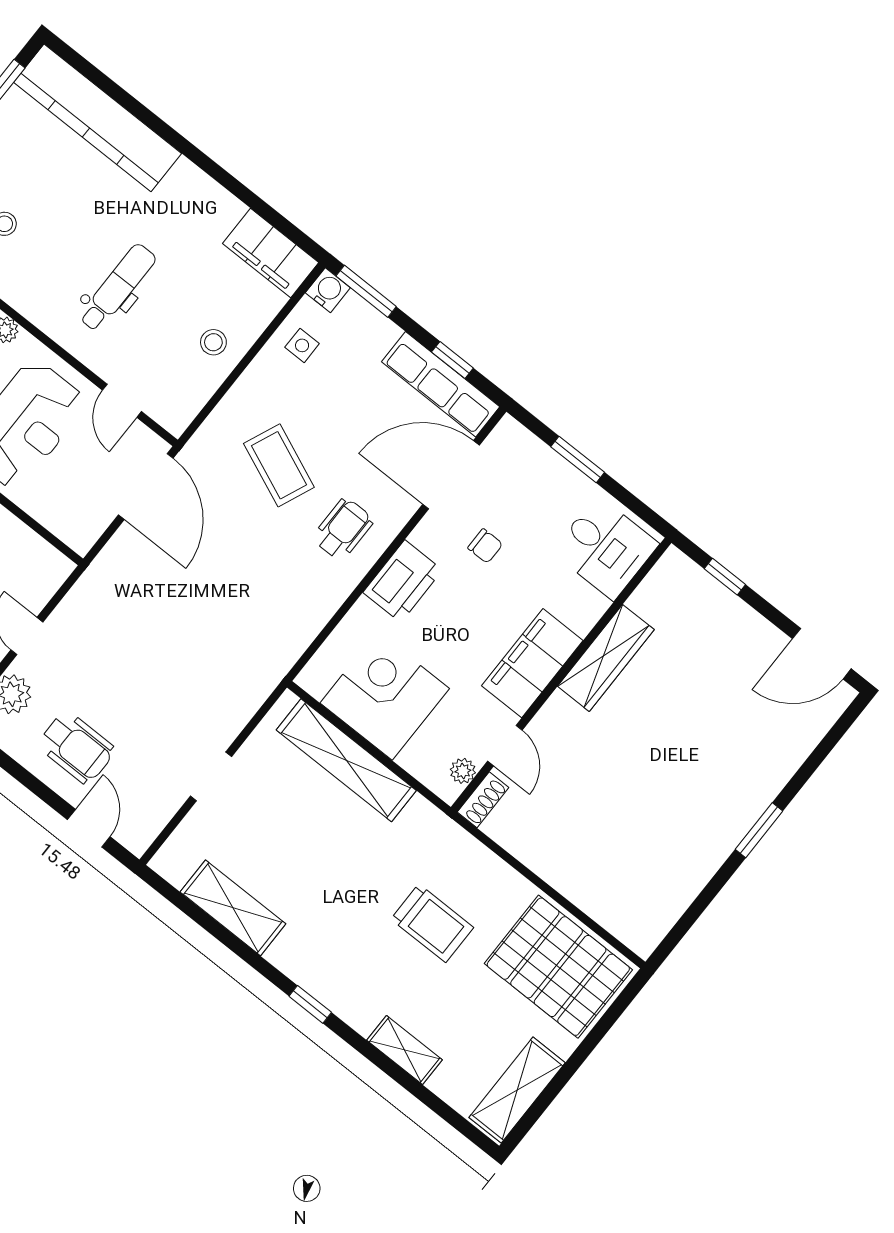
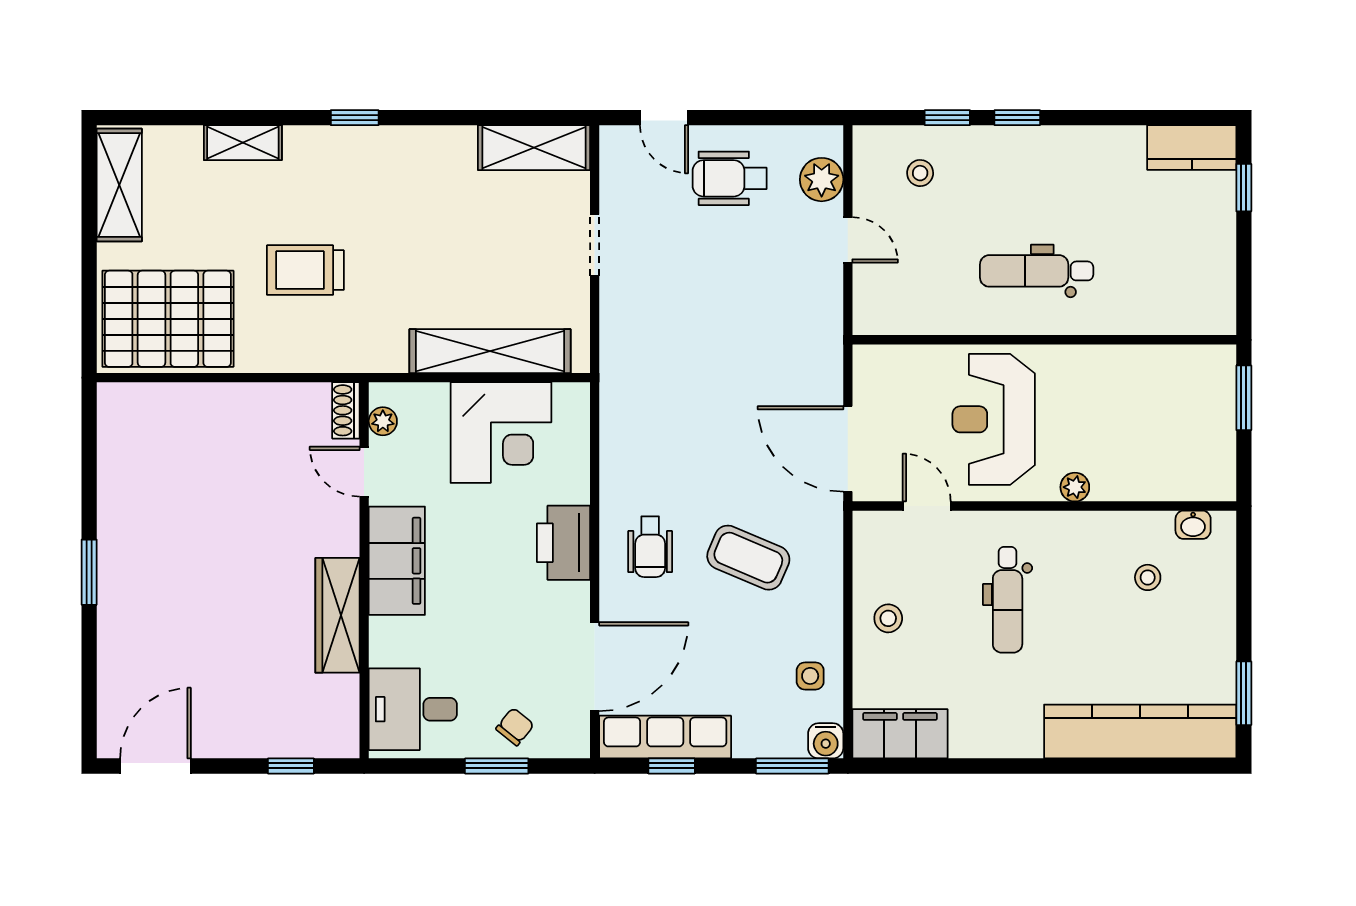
chair: (485, 546) -> (515, 727), moved, turned 129
shelving: (233, 908) -> (534, 148), moved

